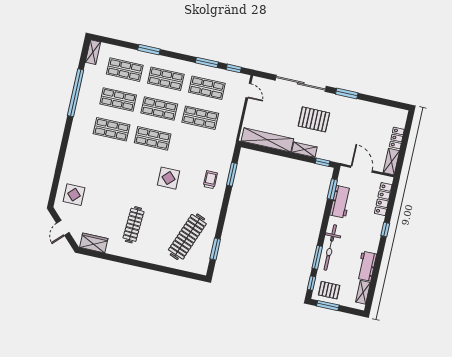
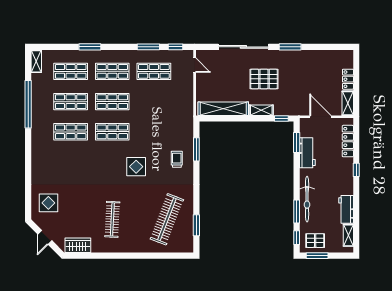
shop shelf: (200, 118) -> (154, 102), removed

